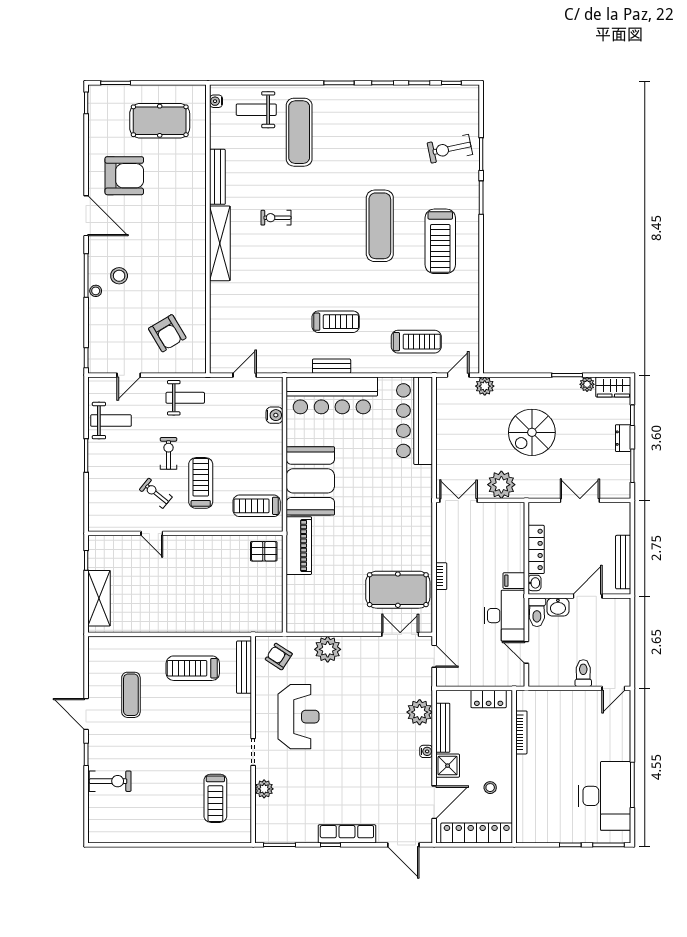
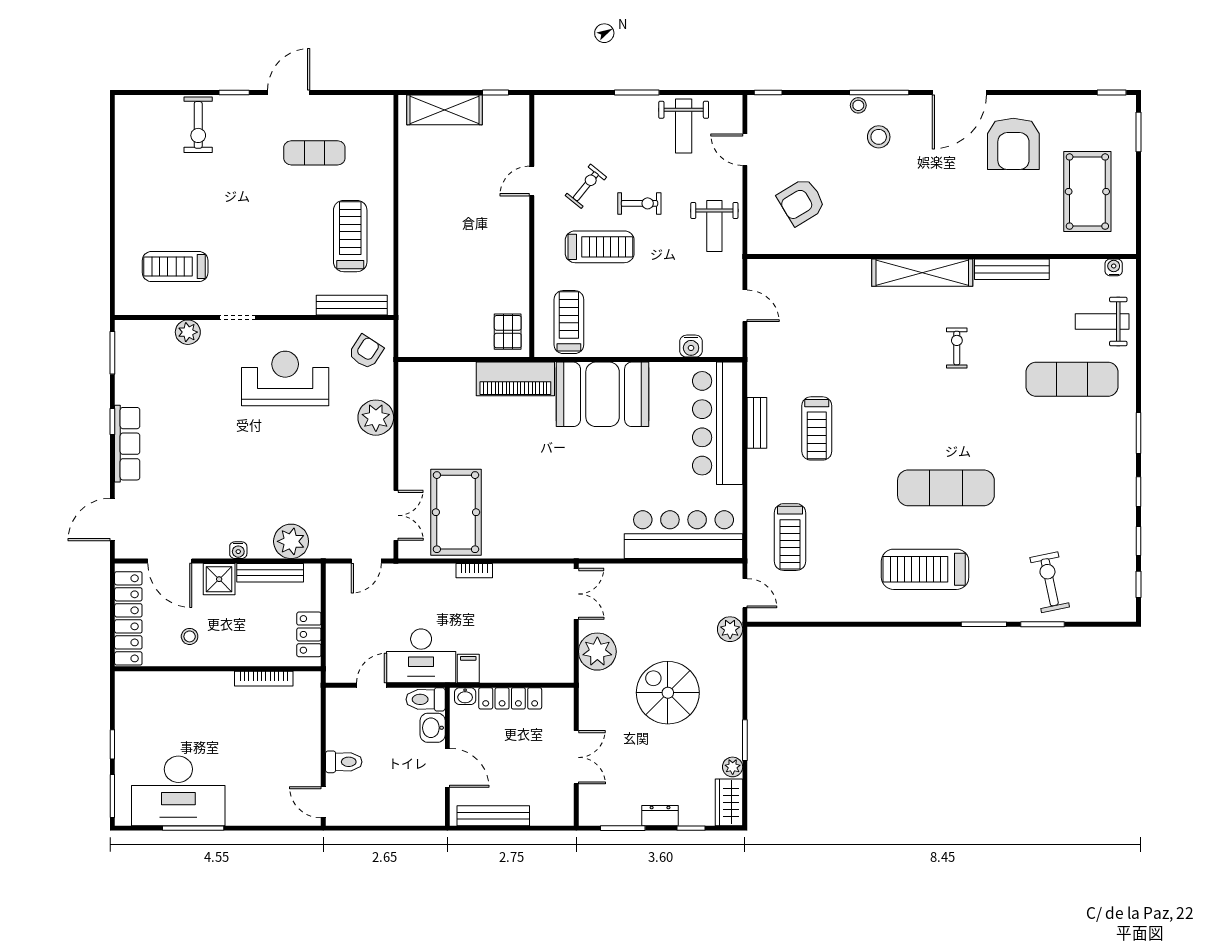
weight bench: (256, 110) -> (1102, 322), turned -90
reception desk: (298, 717) -> (285, 378), turned 180

